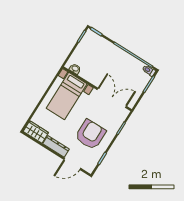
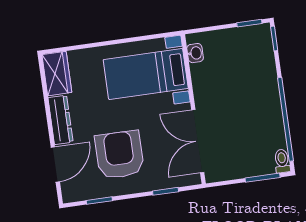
double door: (112, 98) -> (198, 141), swing flipped
armchair: (90, 134) -> (119, 155), turned -90
door: (72, 164) -> (55, 164), swing flipped

